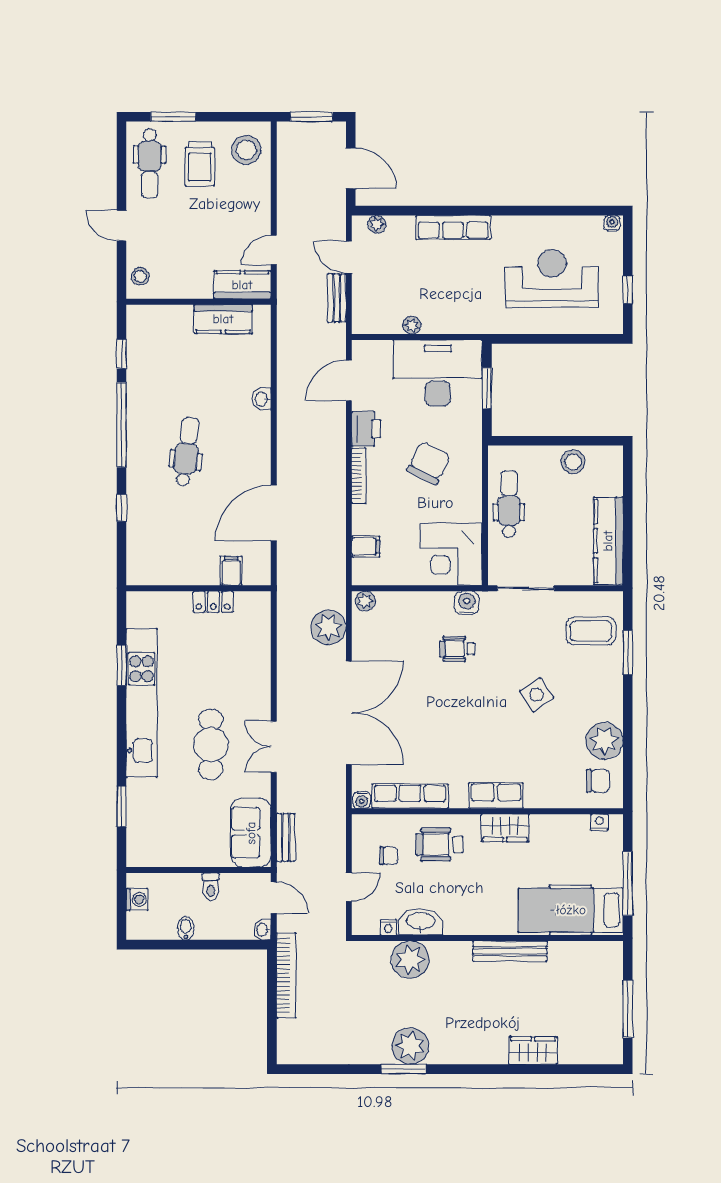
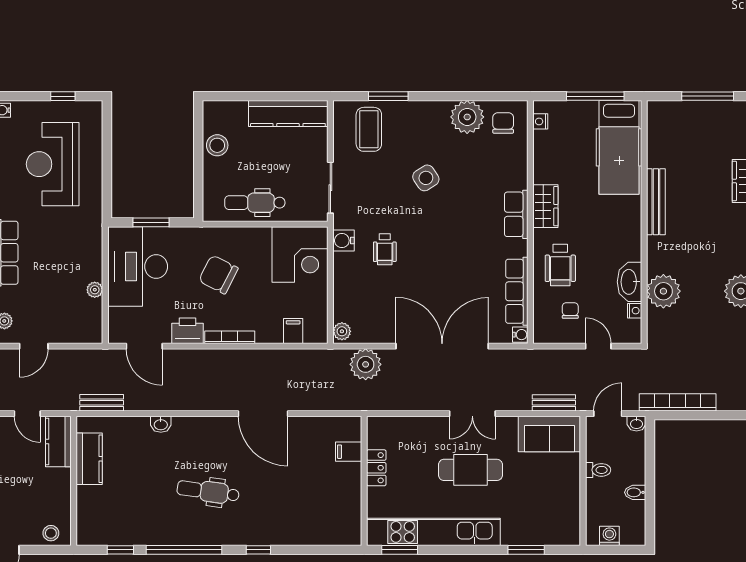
bench: (337, 298) -> (102, 403), moved
filing cabinet: (231, 571) -> (349, 452), moved
wall: (199, 588) -> (364, 481), moved
locker: (213, 602) -> (376, 468), moved

